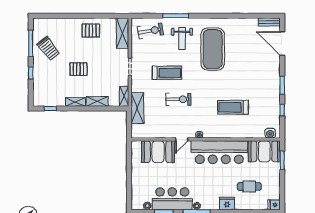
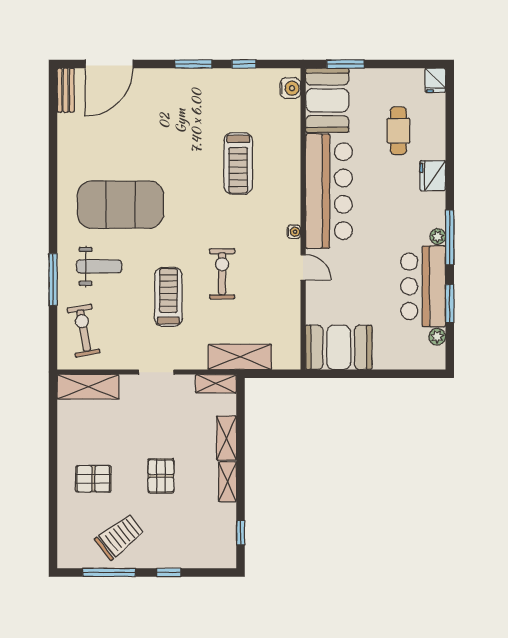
pallet: (91, 31) -> (93, 479), moved, turned 90
booth: (158, 152) -> (339, 347), moved, turned 90

